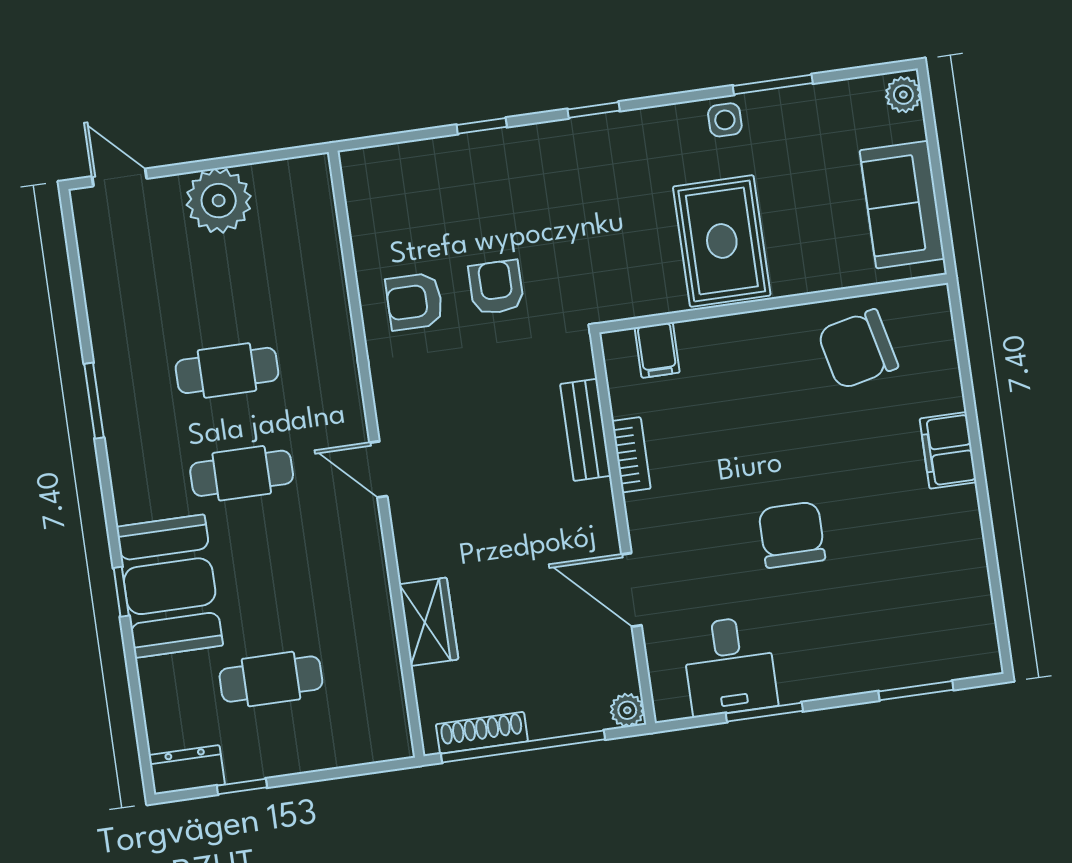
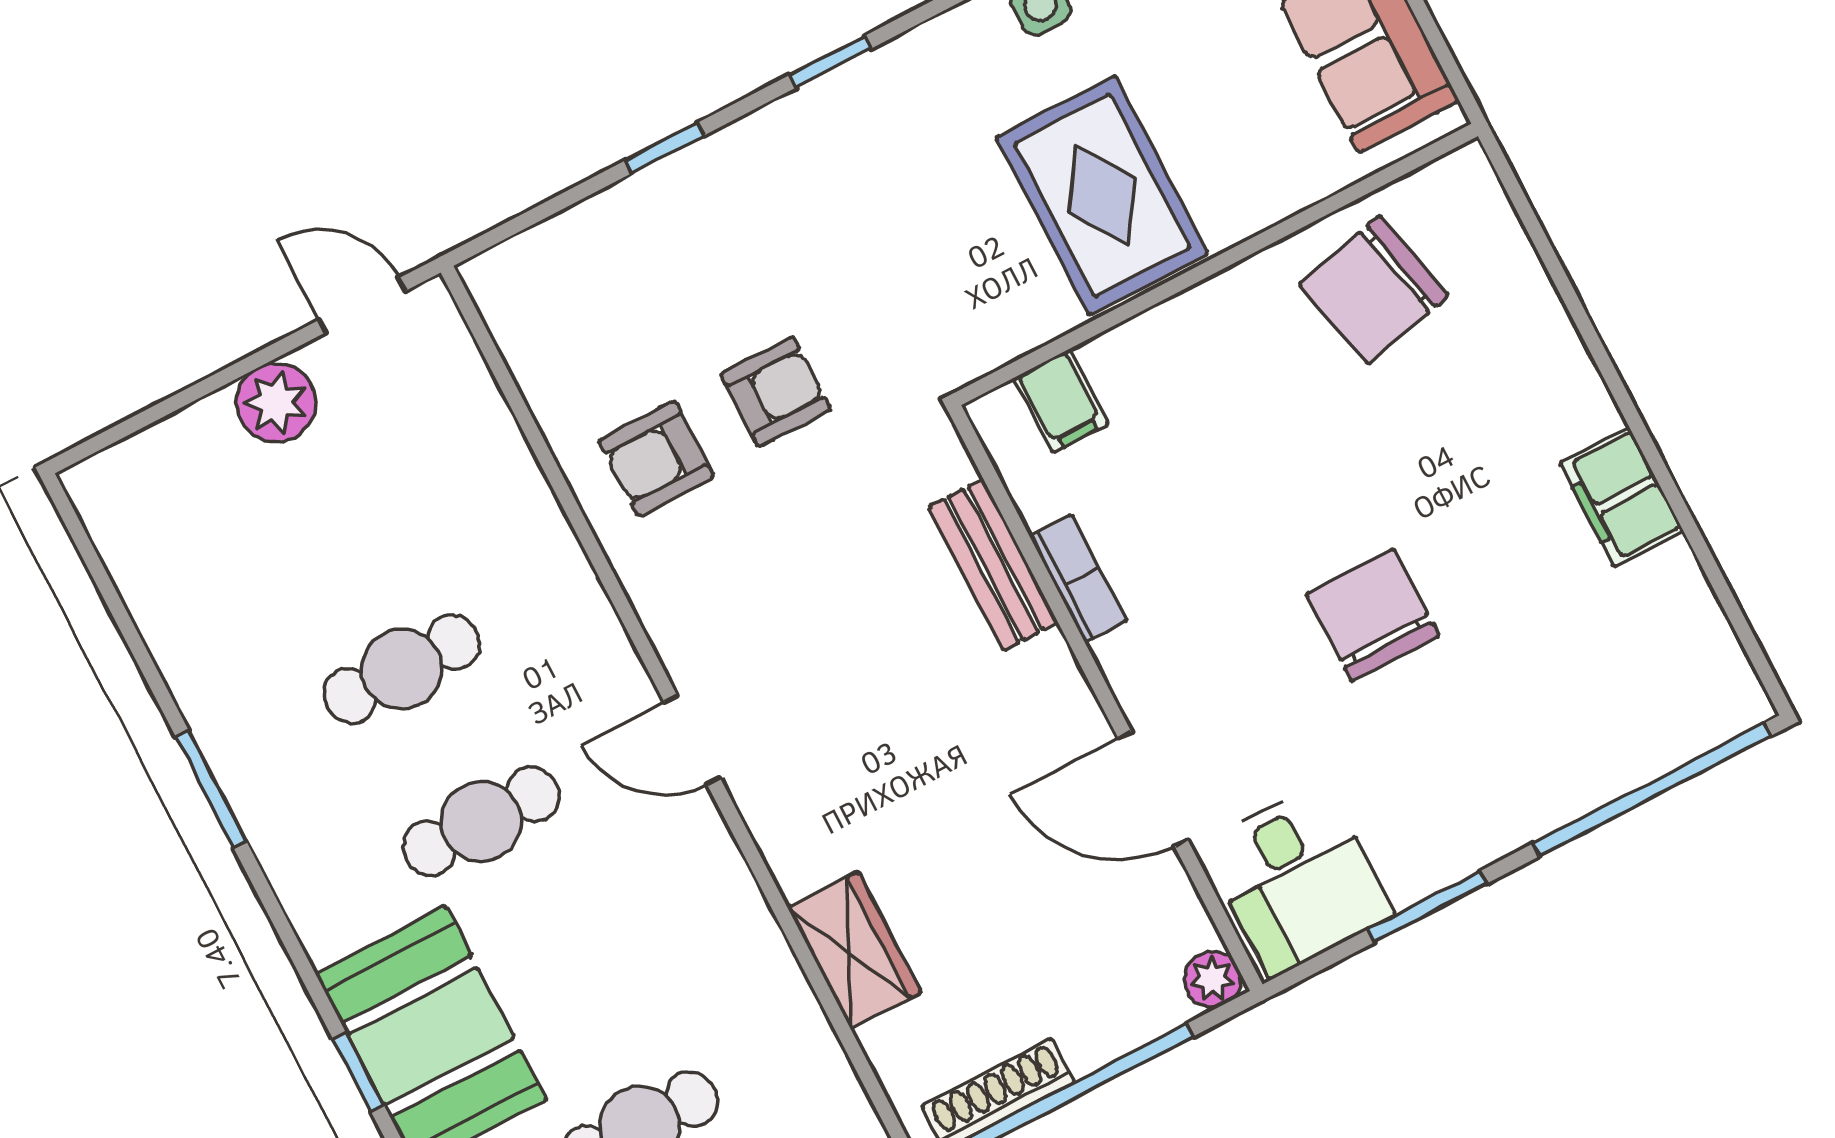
door: (119, 177) -> (362, 305), moved
plant: (219, 201) -> (276, 403), width x0.73, depth x0.73
armchair: (496, 287) -> (776, 392), turned 90
filing cabinet: (948, 450) -> (1622, 497), moved
desk: (730, 666) -> (1298, 880), moved
window: (916, 691) -> (1652, 790), width x2.11

